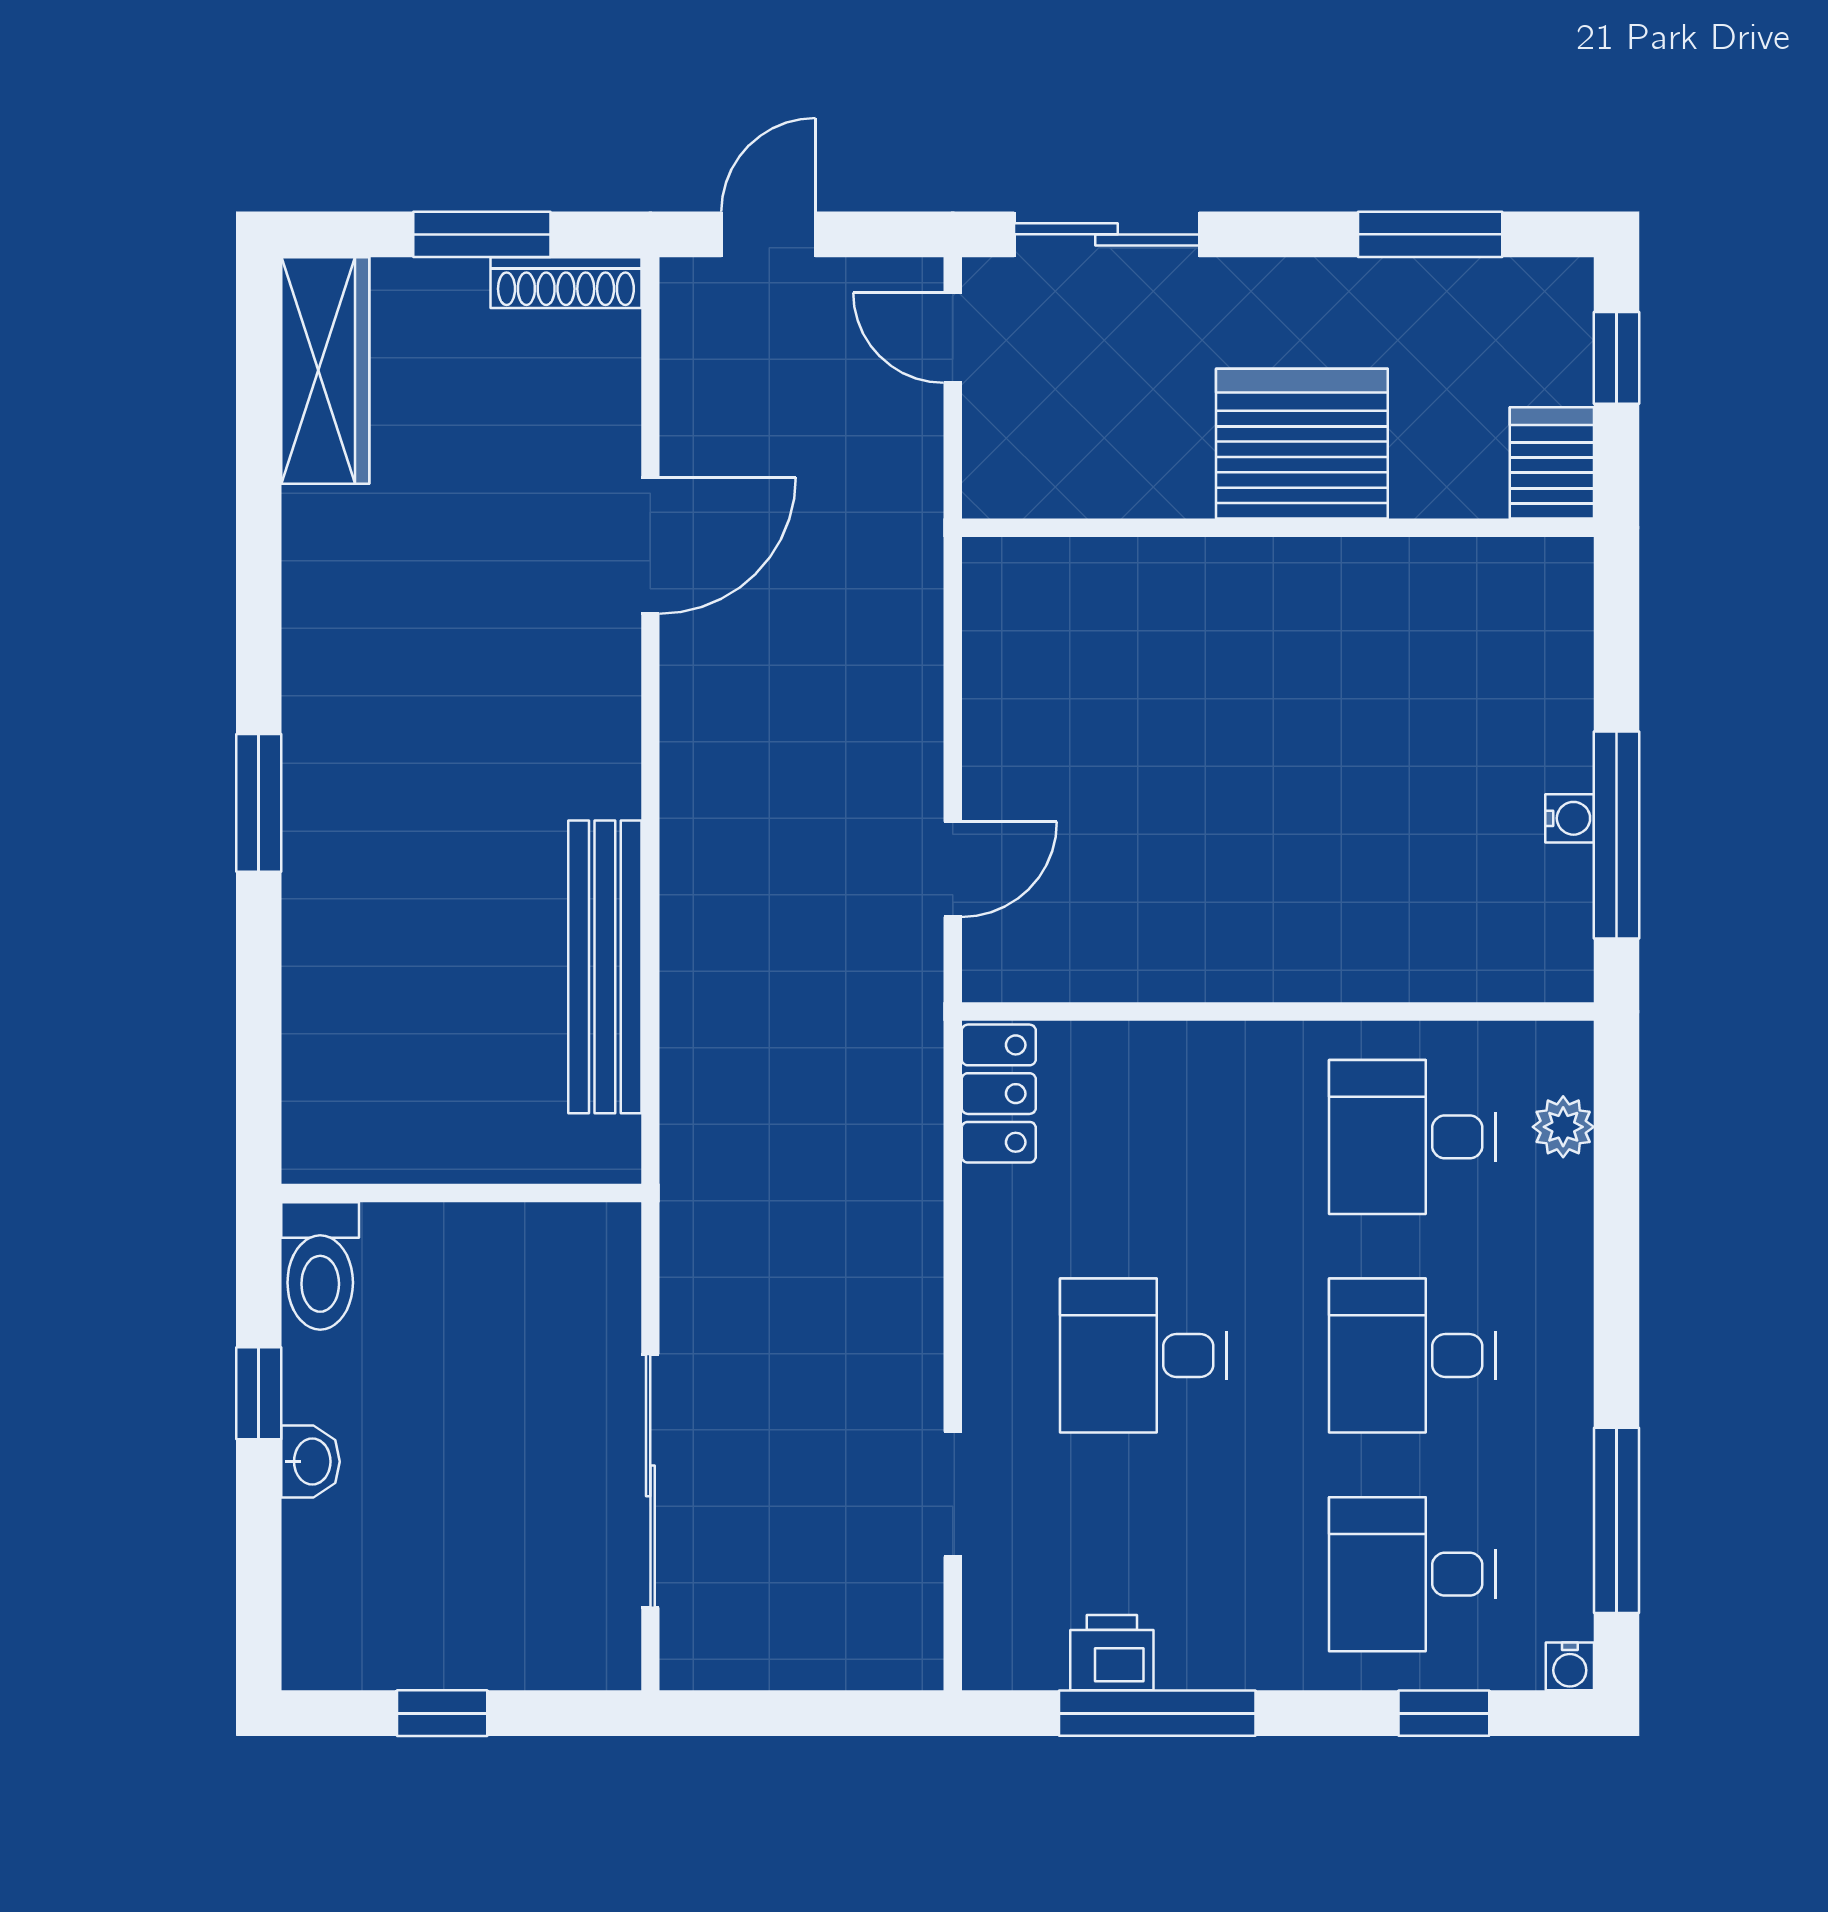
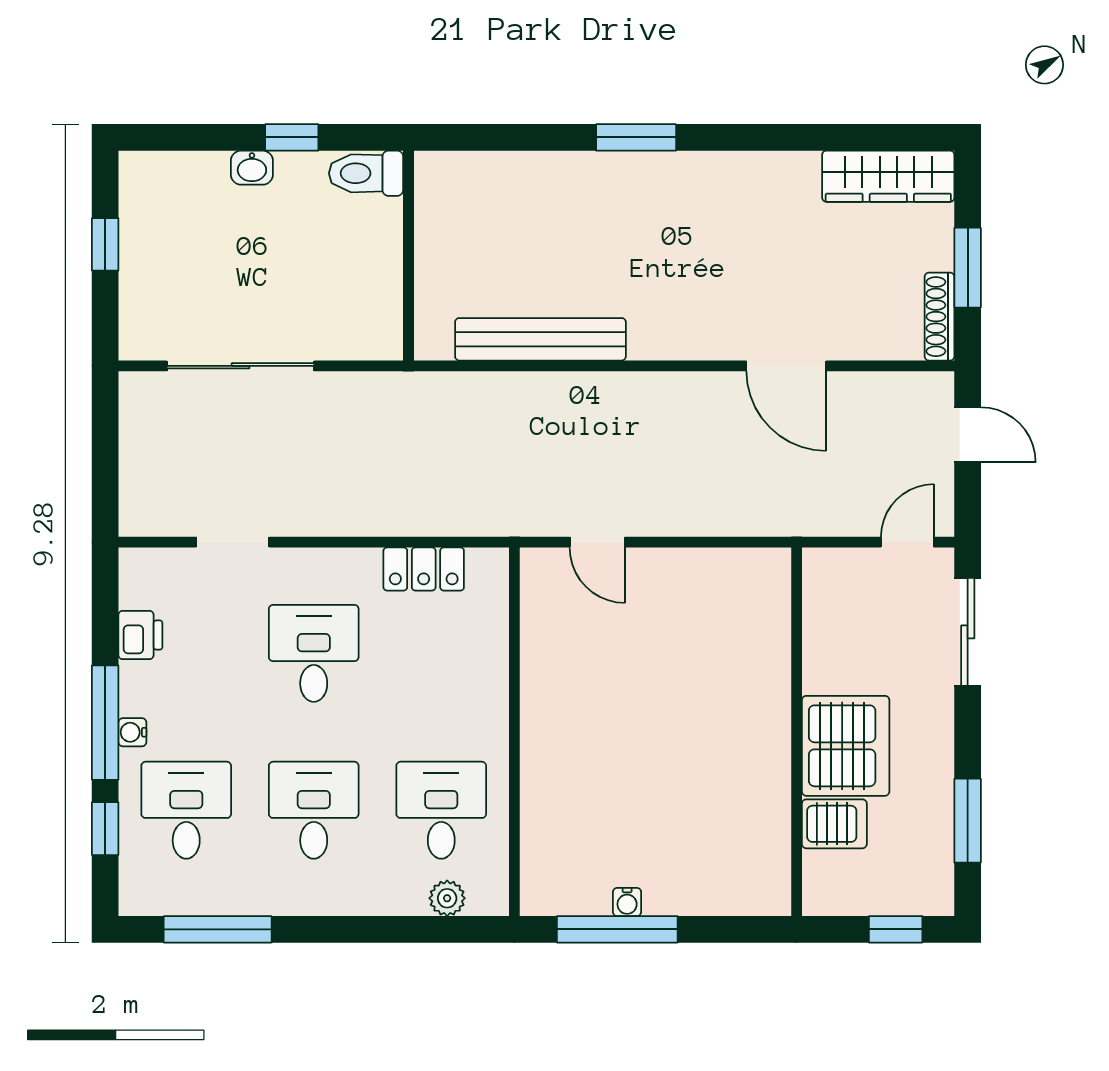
server rack: (1552, 463) -> (834, 824), moved
locker: (999, 1094) -> (424, 569), moved
water cooler: (1570, 1666) -> (132, 732), moved
window: (1157, 1713) -> (105, 723), moved

